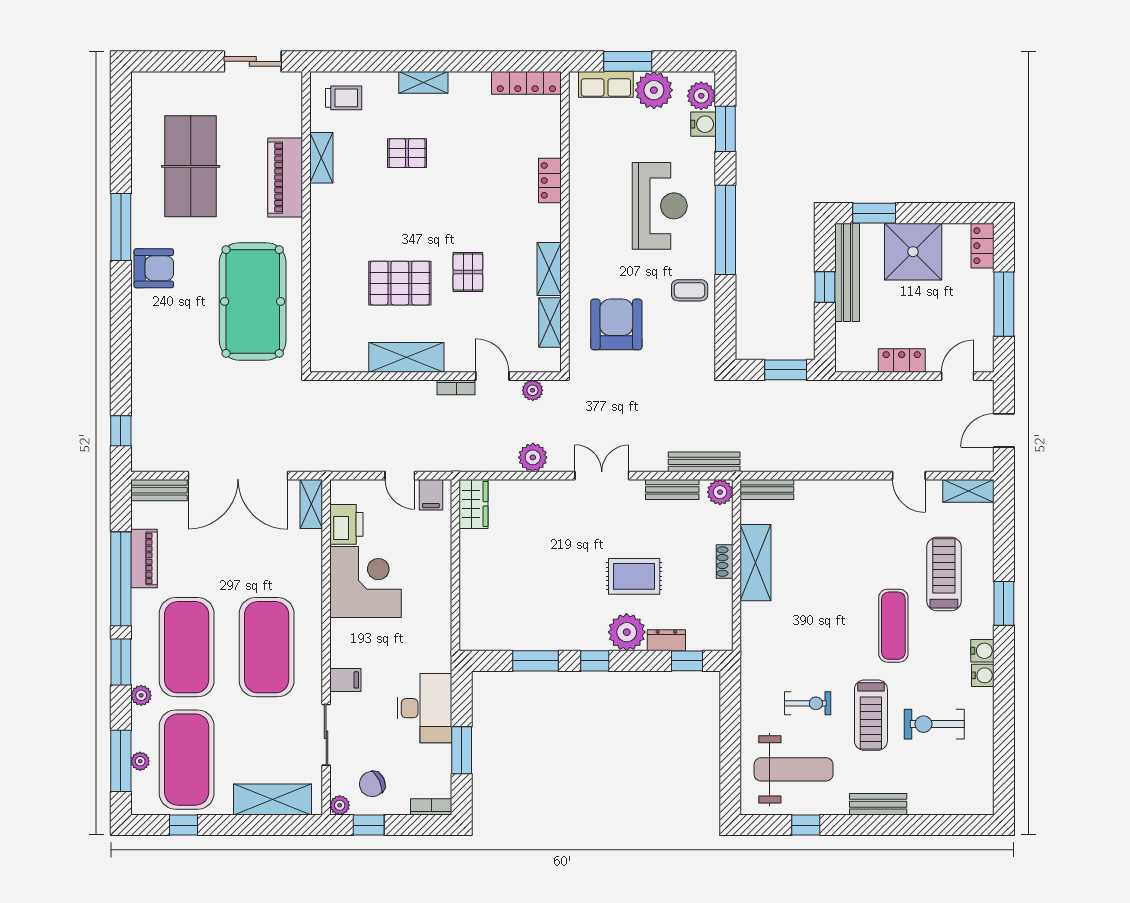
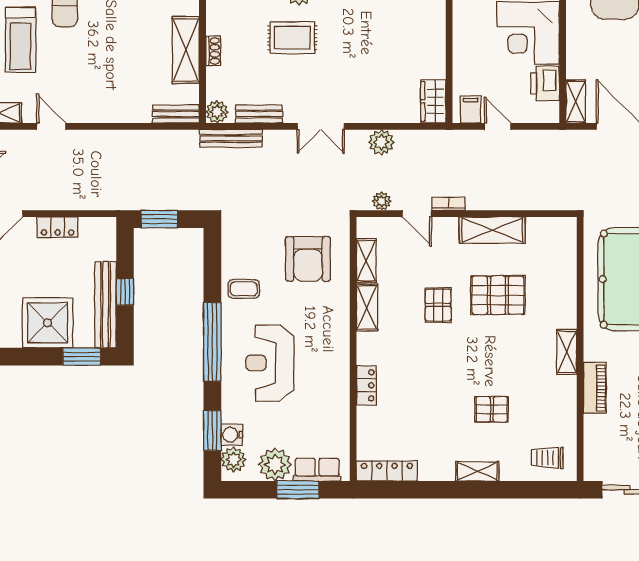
shelving: (321, 158) -> (567, 352), moved
piano: (285, 178) -> (595, 388), width x0.73, depth x0.75

